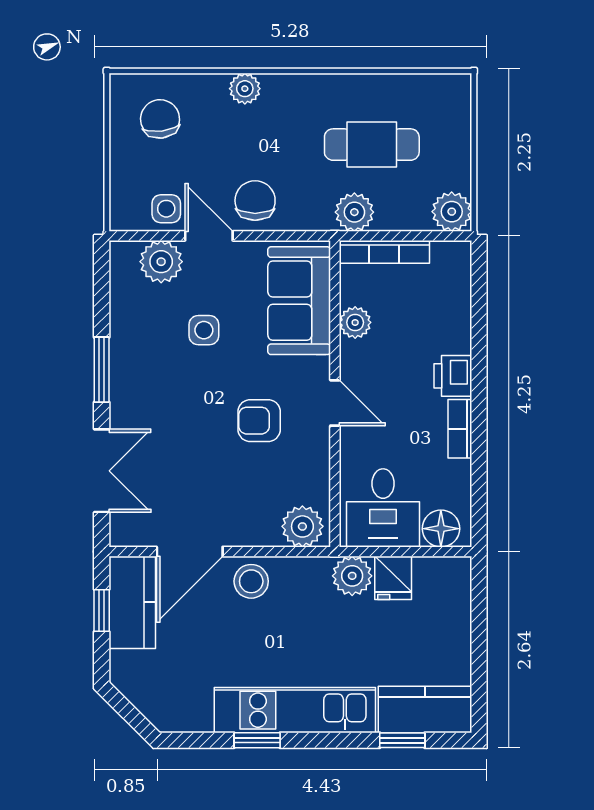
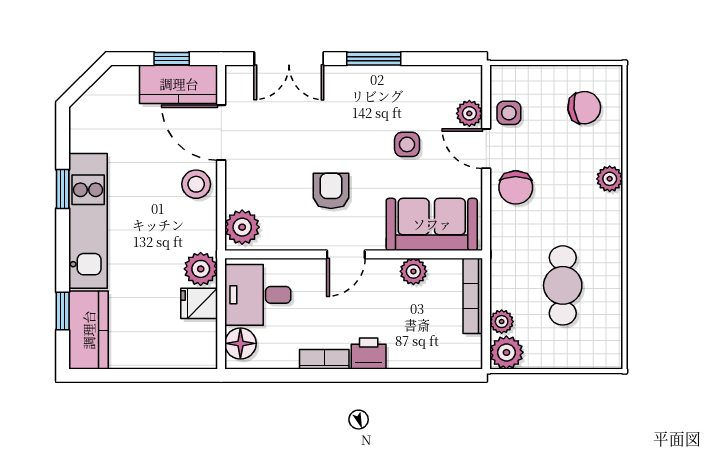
chair: (255, 201) -> (516, 187), turned 90
plant: (354, 212) -> (502, 322), moved, width x0.73, depth x0.73
door: (209, 236) -> (486, 149), swing flipped
plant: (161, 262) -> (469, 113), width x0.73, depth x0.73

